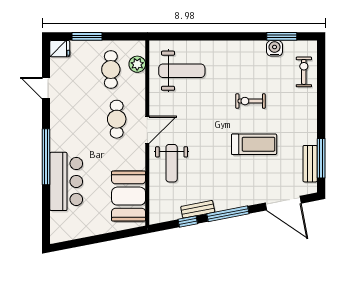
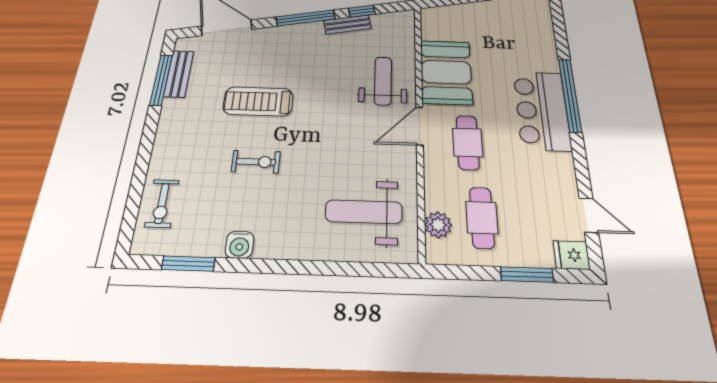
water cooler: (275, 48) -> (240, 245), moved
door: (46, 88) -> (589, 215), moved
bar counter: (66, 181) -> (542, 110), moved
booth: (129, 196) -> (446, 72), moved

